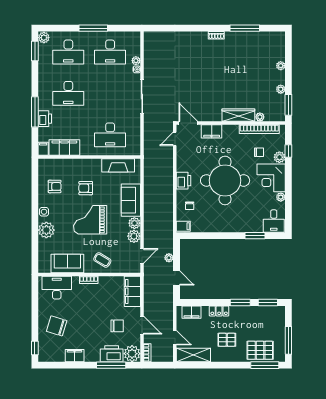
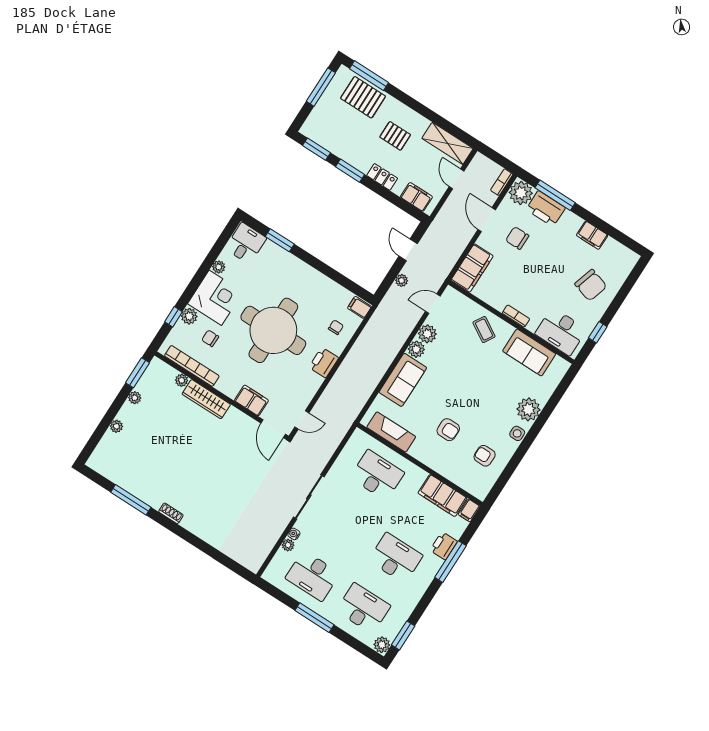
desk: (110, 52) -> (313, 576), turned 180
grand piano: (90, 220) -> (467, 388), removed
window: (35, 348) -> (598, 332), moved

